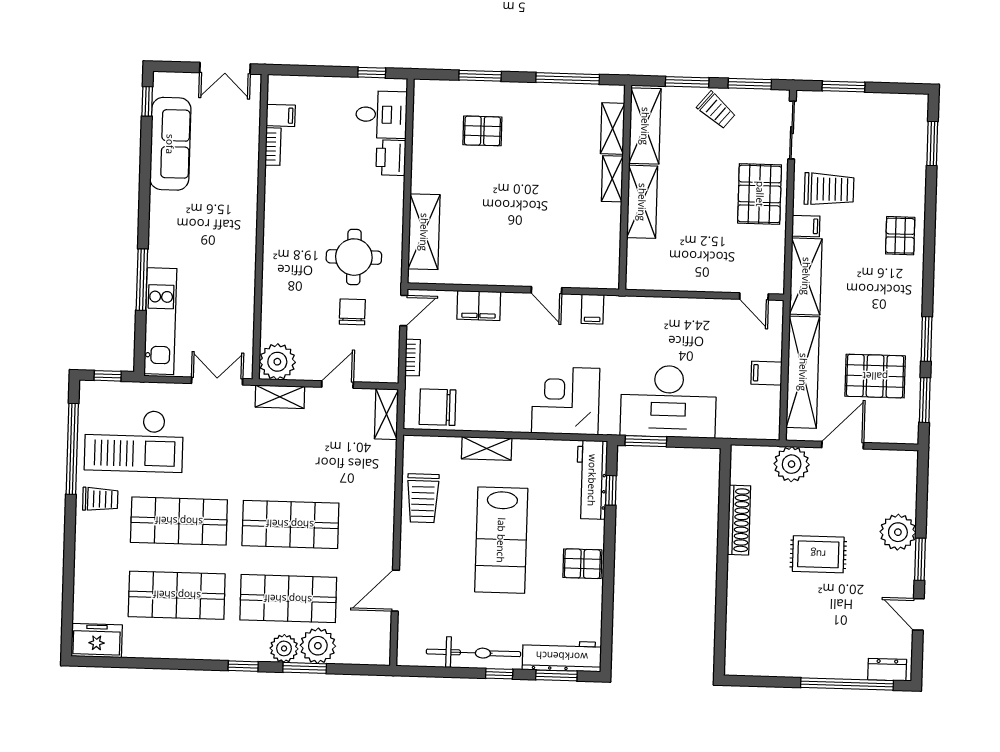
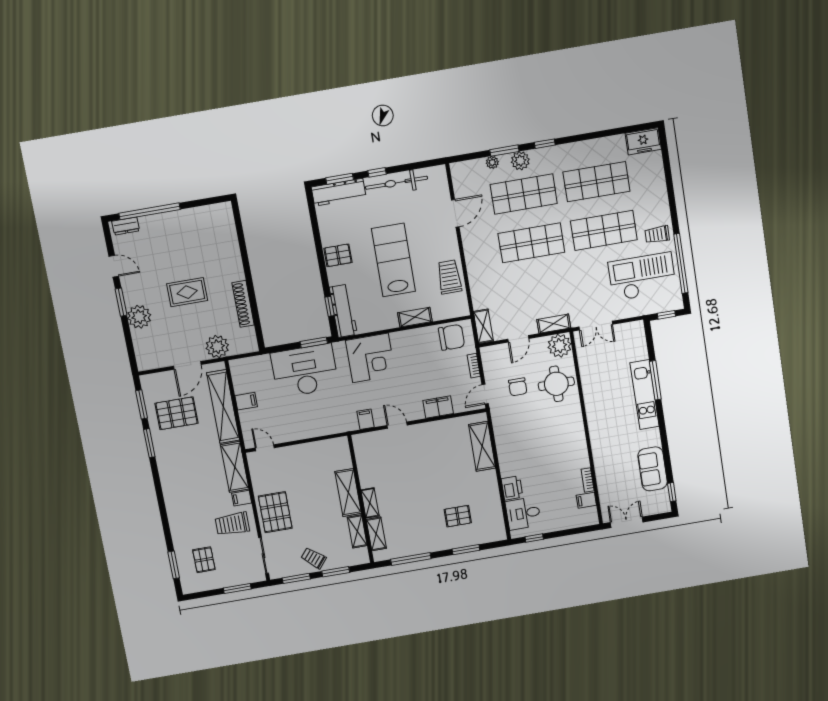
shelving: (645, 126) -> (357, 531), width x0.67, depth x0.75
sofa: (170, 144) -> (653, 469), width x0.73
pallet: (900, 236) -> (204, 560), moved
round table: (354, 257) -> (556, 384), moved
kitchen unit: (160, 321) -> (645, 395), moved
plant: (318, 646) -> (492, 162), width x0.53, depth x0.53

